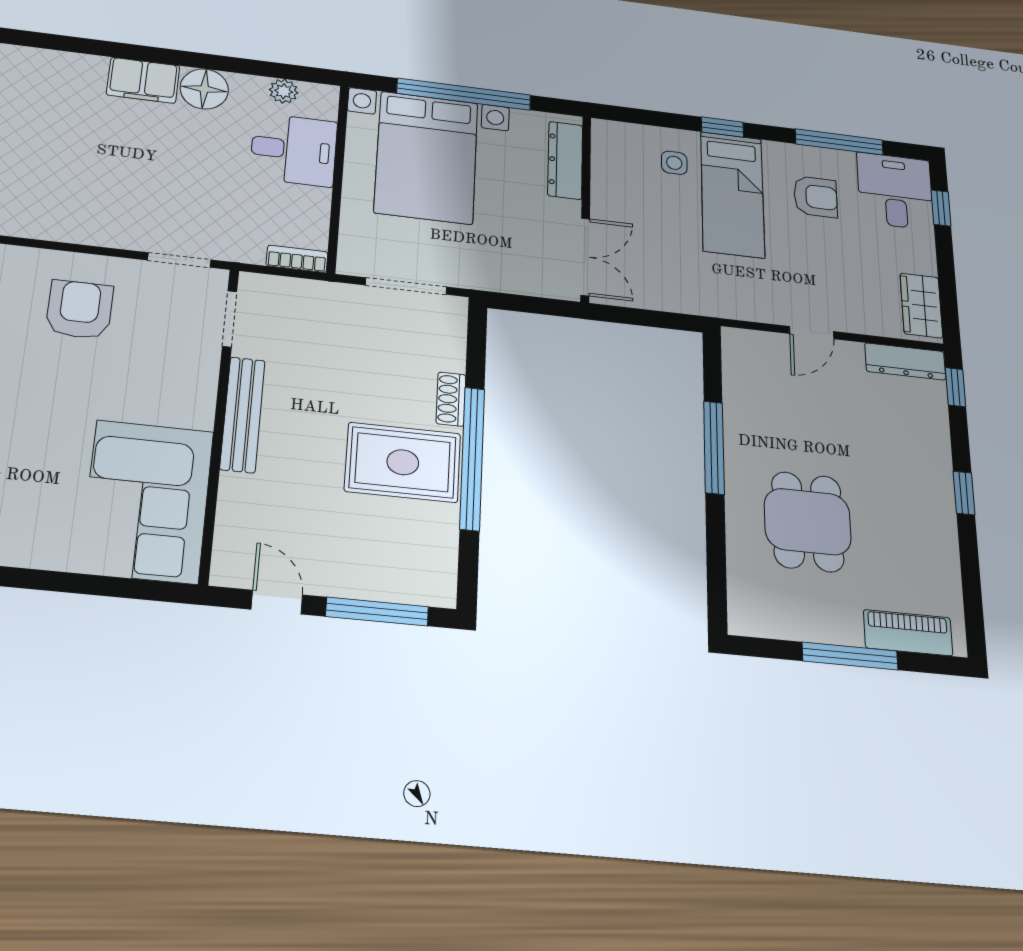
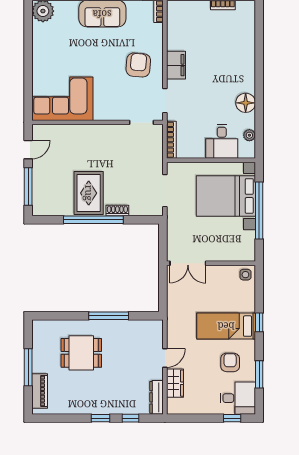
filing cabinet: (143, 80) -> (176, 65), moved, turned 180
window: (839, 142) -> (259, 374), width x0.69
dresser: (565, 160) -> (233, 254), removed
side table: (674, 163) -> (245, 275), moved
armchair: (816, 197) -> (230, 362), turned 180
bookcase: (297, 259) -> (171, 140), width x1.56
wardrobe: (921, 305) -> (175, 383), moved, turned 90
armchair: (79, 310) -> (138, 65), turned -85
door: (812, 333) -> (165, 358), swing flipped
window: (955, 387) -> (130, 418), moved
bench: (243, 415) -> (101, 131), removed

